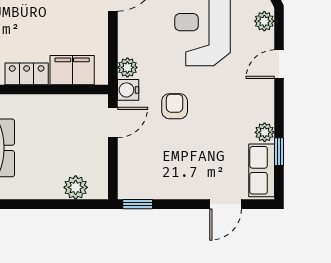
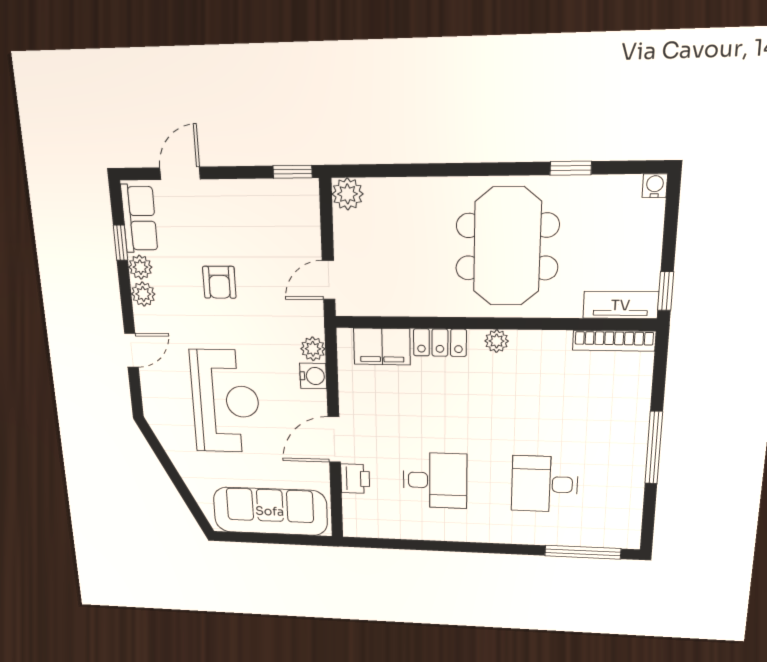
plant: (264, 21) -> (143, 294), moved
water cooler: (128, 90) -> (313, 376), moved
armchair: (175, 106) -> (219, 282), moved
plant: (76, 187) -> (348, 194), moved

